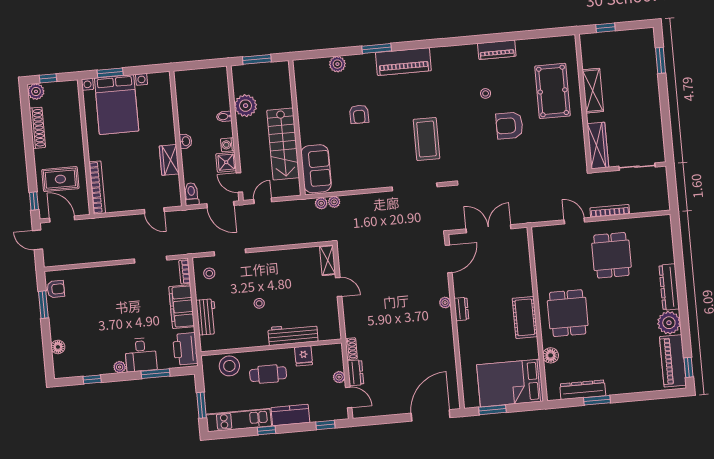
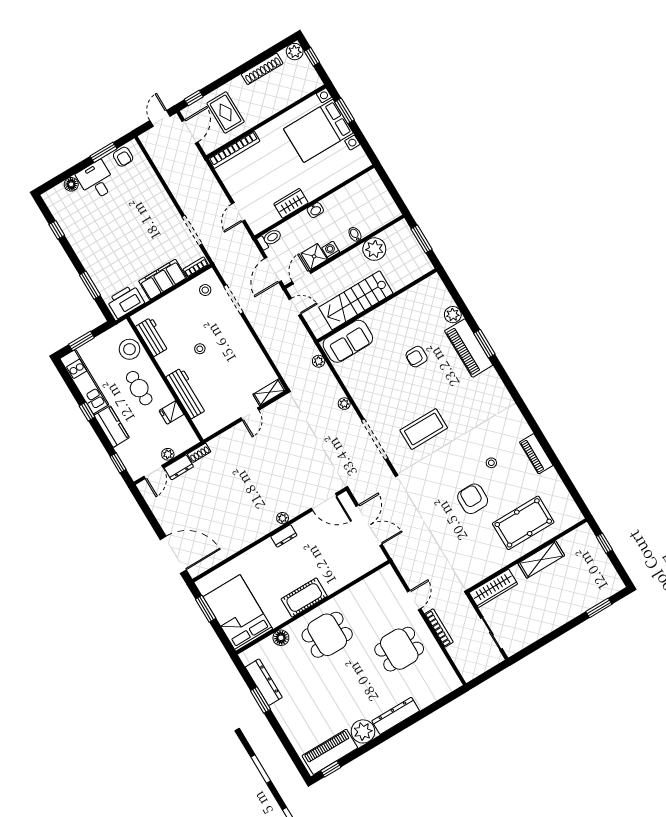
piano: (403, 62) -> (469, 348), moved
plant: (334, 202) -> (344, 404), moved
workbench: (206, 317) -> (152, 337), moved, turned -90
desk: (141, 355) -> (96, 180), moved, turned 90
plant: (120, 367) -> (80, 249), removed

